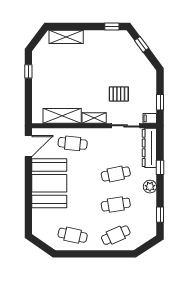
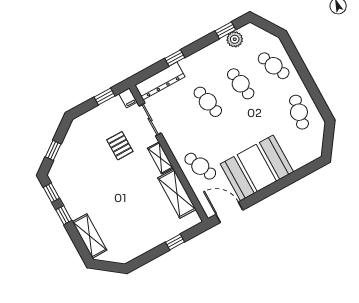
window: (91, 27) -> (64, 215), added
window: (28, 71) -> (175, 242), moved
cafe table: (73, 143) -> (200, 166), turned -30
plant: (150, 187) -> (235, 39), moved

